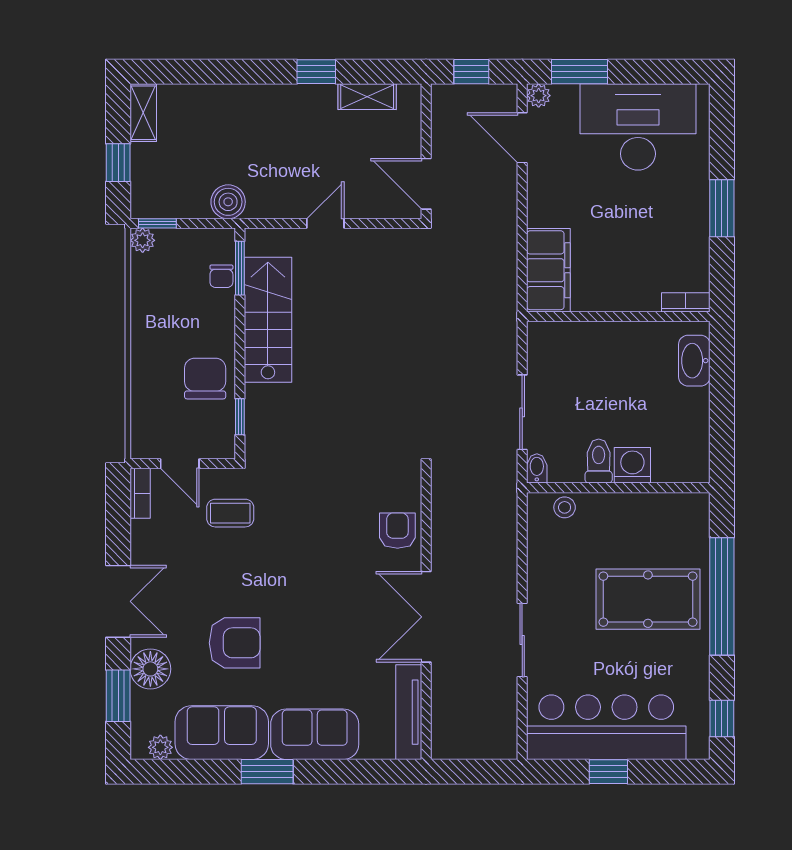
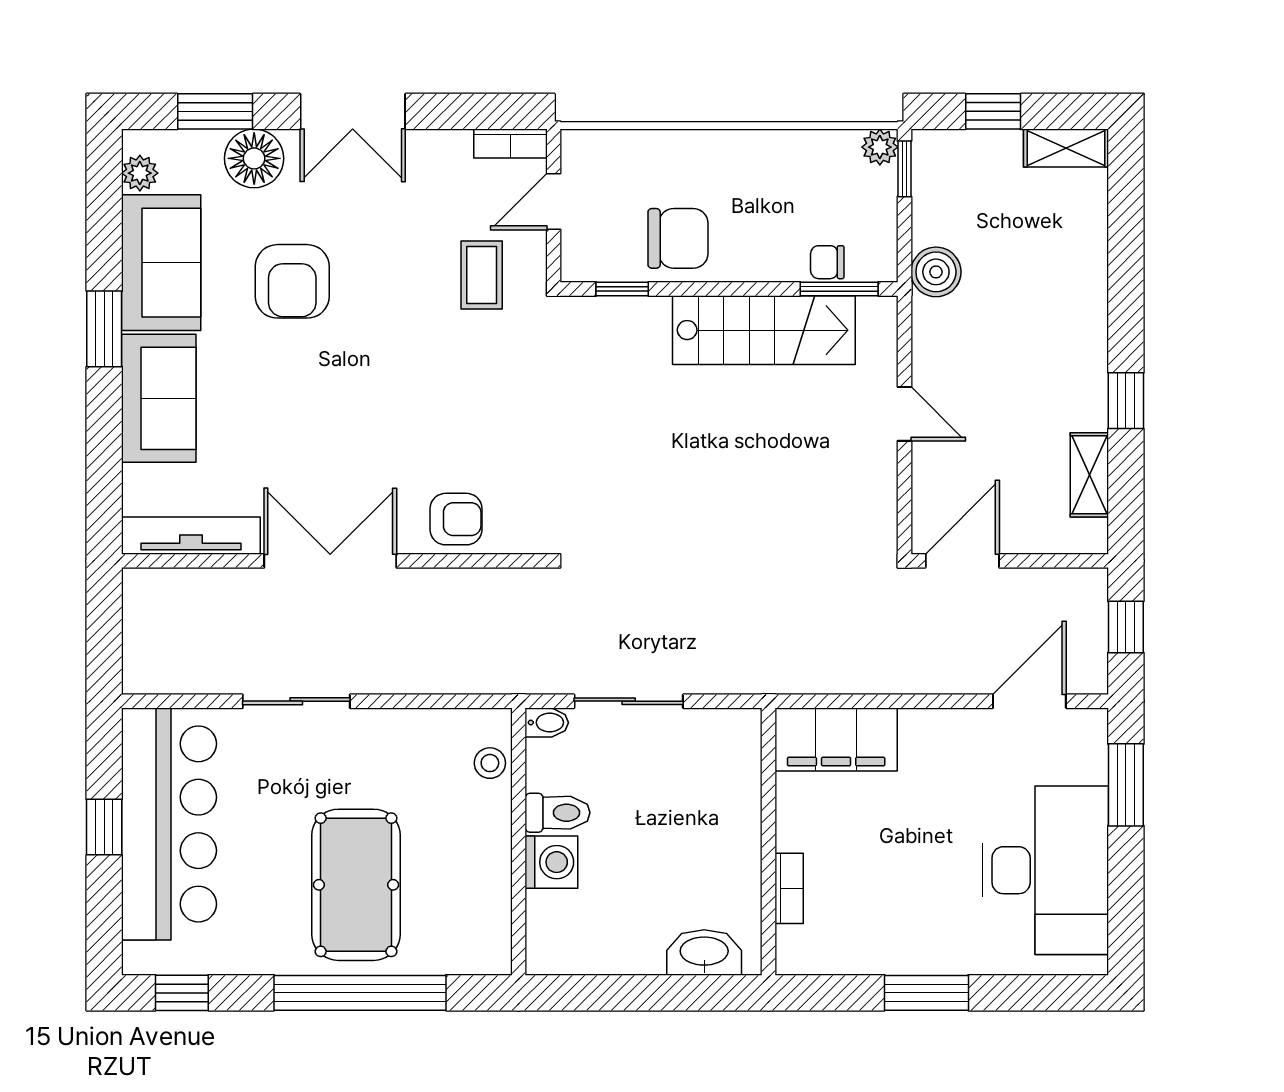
plant: (539, 96) -> (1091, 725), removed
bookcase: (686, 302) -> (789, 888), moved

